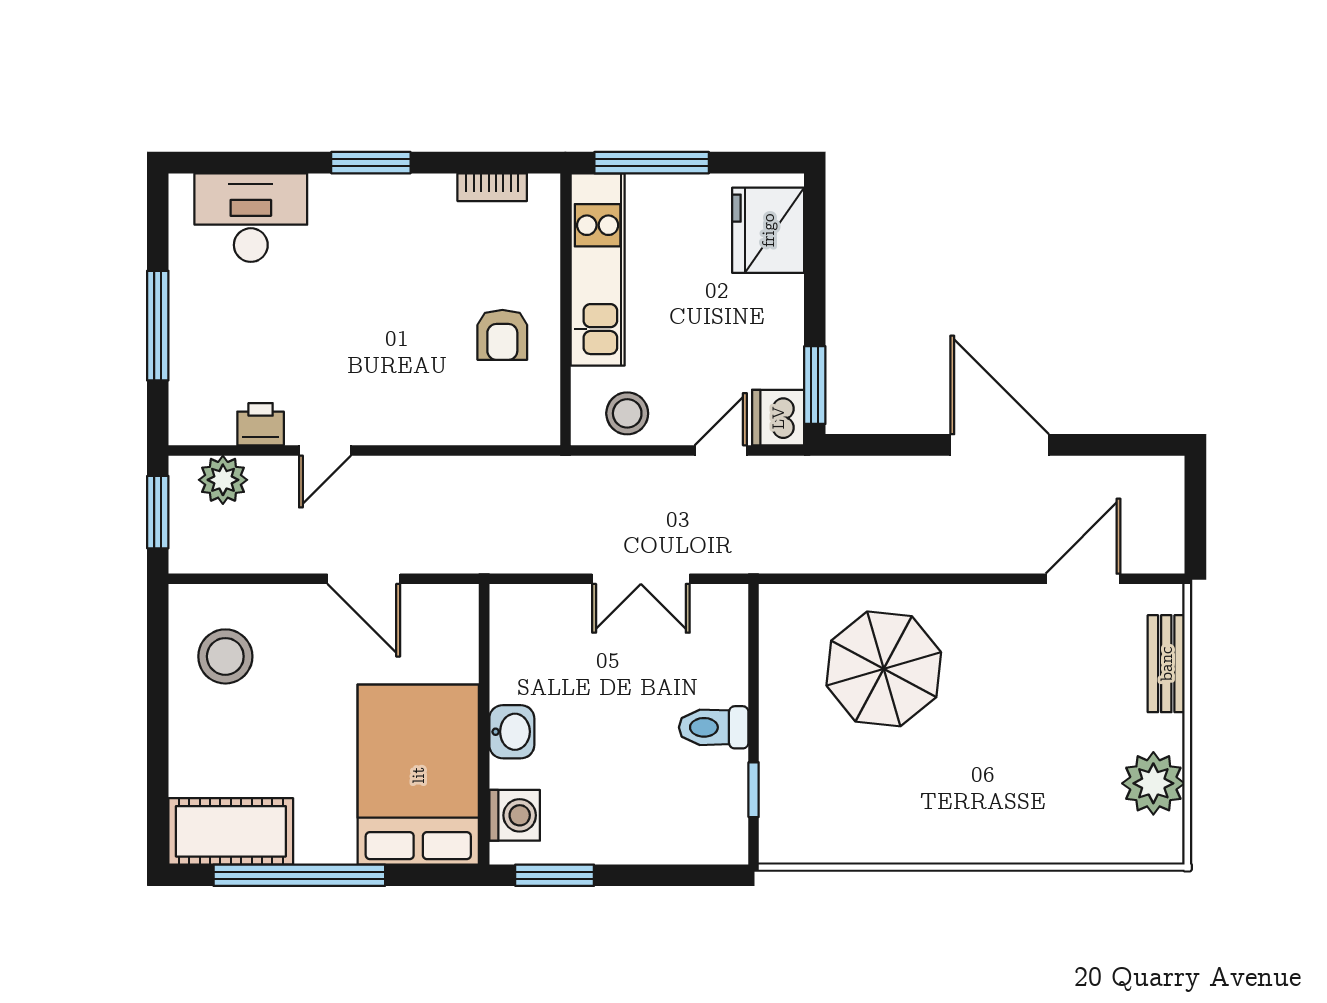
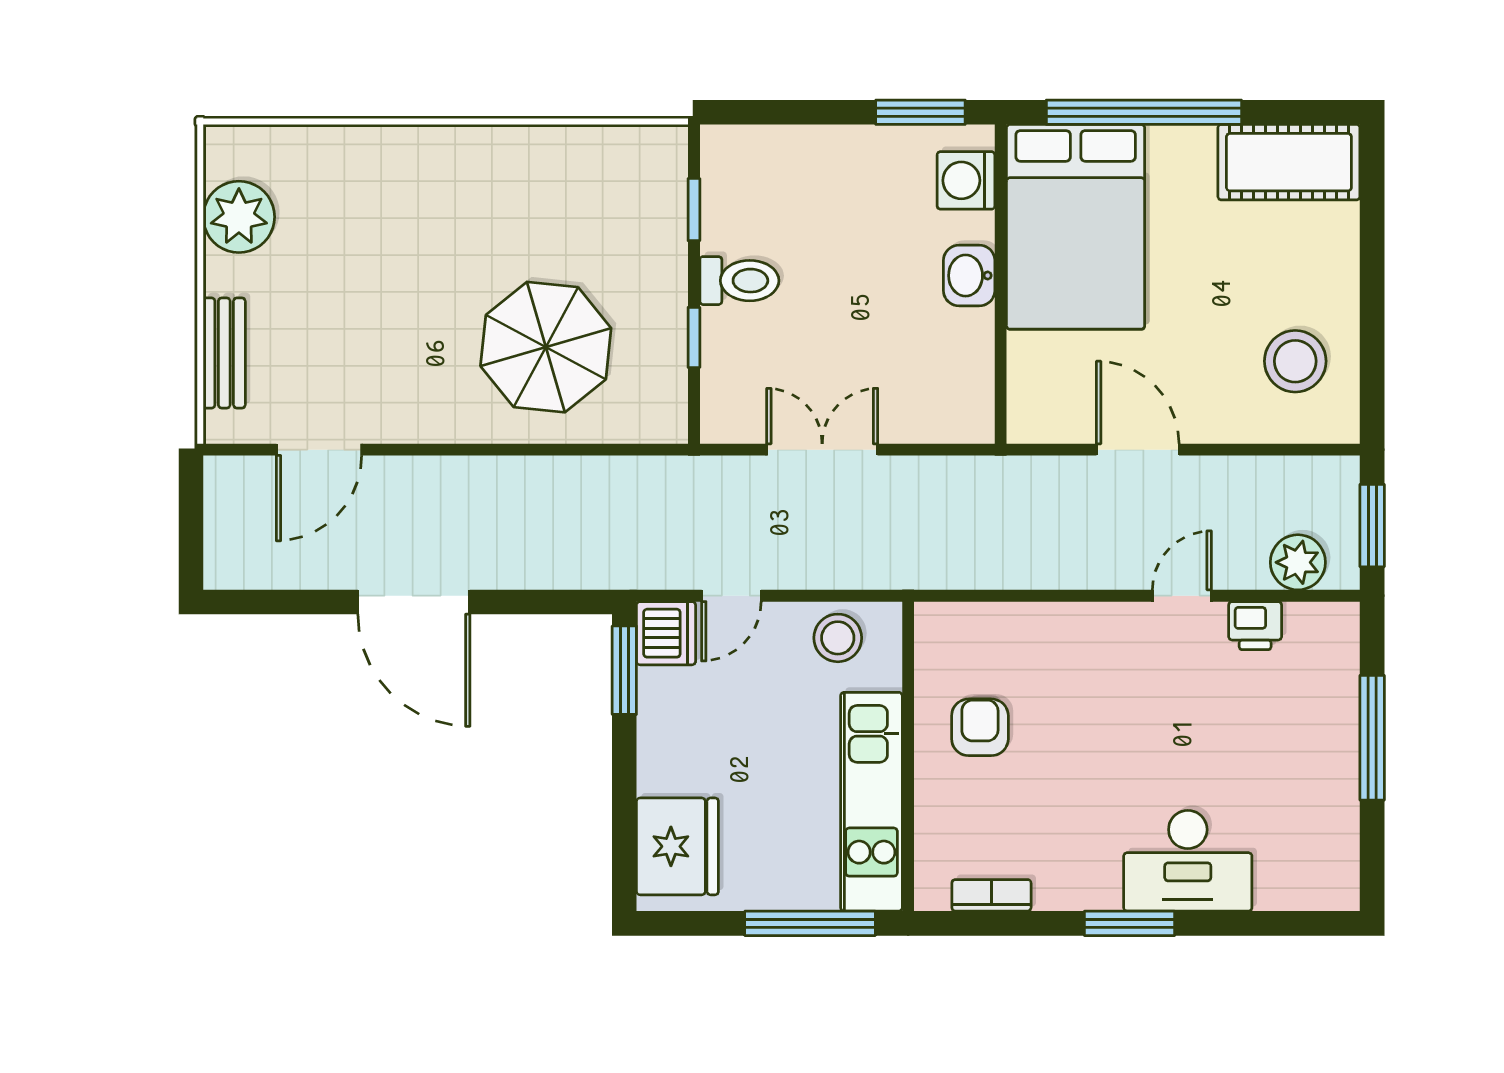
desk: (251, 218) -> (1188, 861), moved
window: (754, 677) -> (694, 337), added
window: (299, 875) -> (1144, 112), moved

